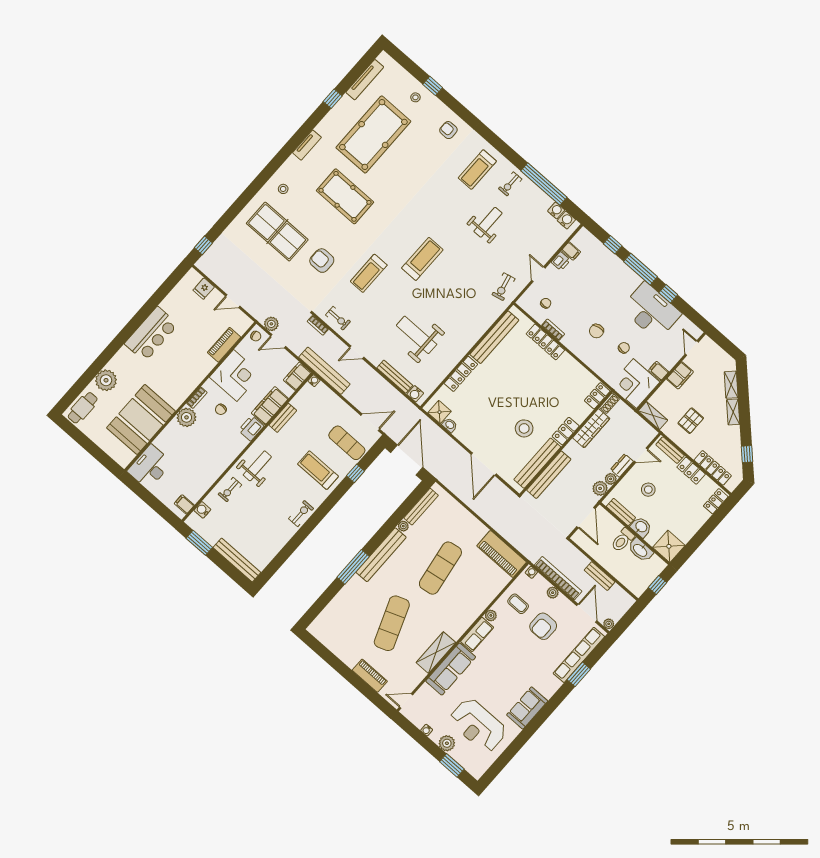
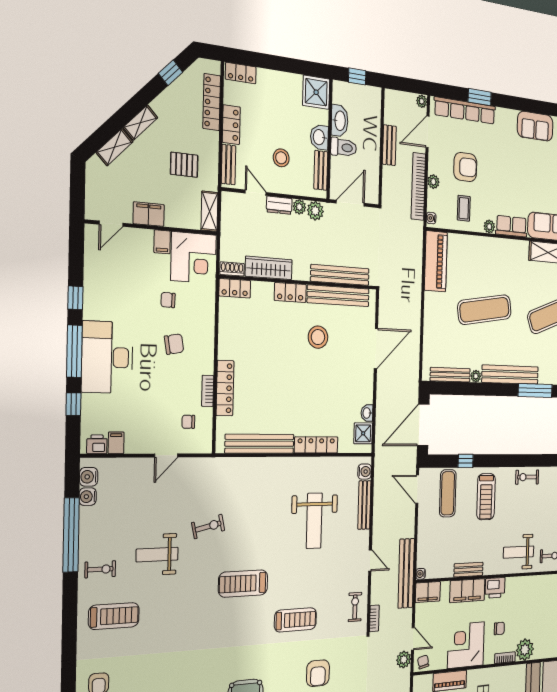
printer: (561, 261) -> (97, 444), moved
exercise bike: (503, 287) -> (208, 527), moved
desk: (651, 311) -> (107, 357), moved

